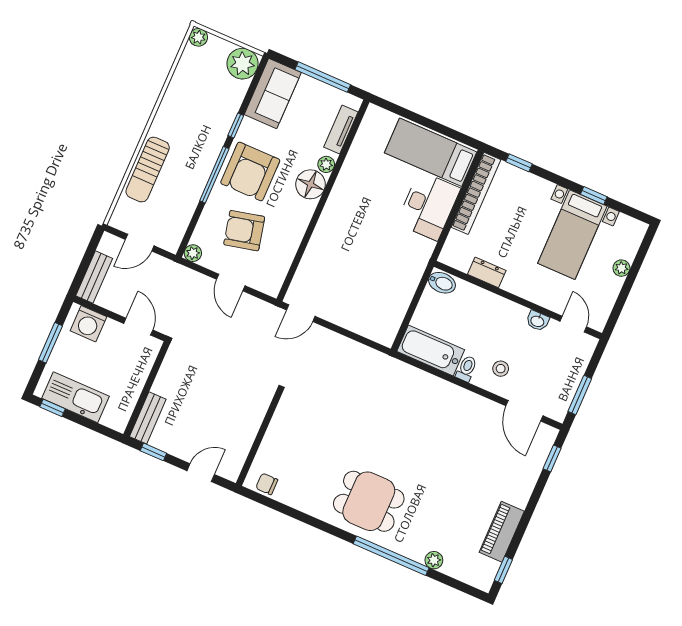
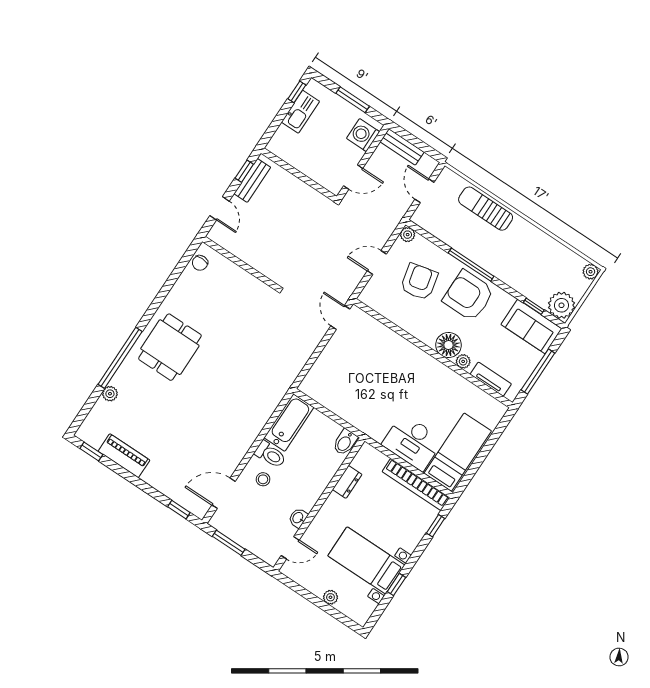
window: (236, 126) -> (534, 306), moved
toilet: (466, 369) -> (270, 454), width x1.37, depth x1.39
kitchen sink: (76, 397) -> (300, 112), width x0.73, depth x0.81
bench: (148, 418) -> (252, 180), moved, turned 90
chair: (267, 484) -> (200, 263), turned 180

